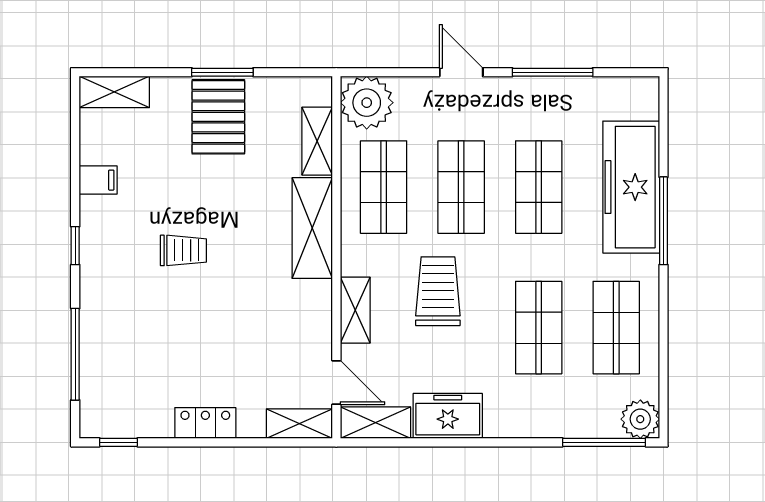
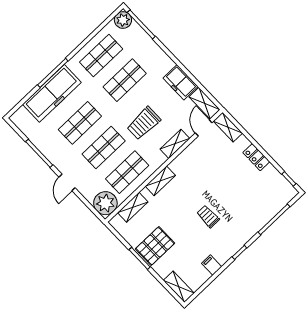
shelving: (312, 228) -> (160, 181), width x0.67, depth x0.75

